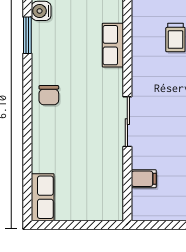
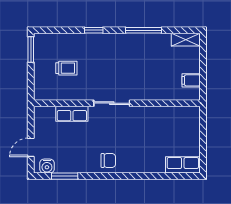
sliding door: (127, 122) -> (112, 103), moved
filing cabinet: (144, 179) -> (191, 80), moved, turned -90

